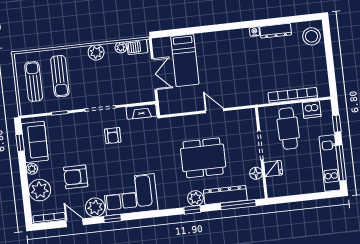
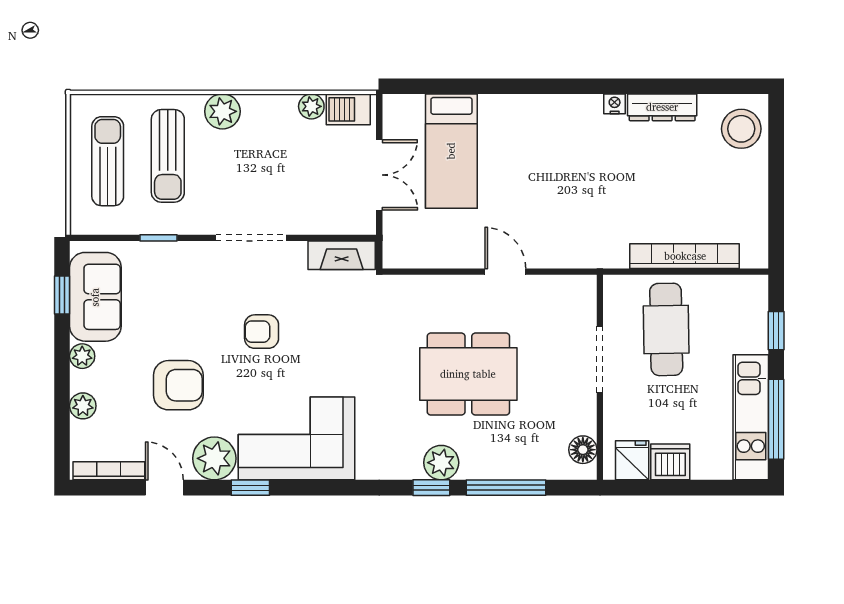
plant: (96, 52) -> (222, 111), moved
dishwasher: (312, 110) -> (670, 462), moved, turned 180
armchair: (113, 136) -> (262, 332), moved, turned 90
fridge: (273, 169) -> (632, 460), moved, turned -90
floor lamp: (256, 173) -> (583, 450), moved
armchair: (76, 177) -> (178, 385), turned 180
plant: (40, 190) -> (83, 406), width x0.53, depth x0.53
dresser: (225, 195) -> (509, 463), removed
window: (238, 205) -> (506, 488), moved

